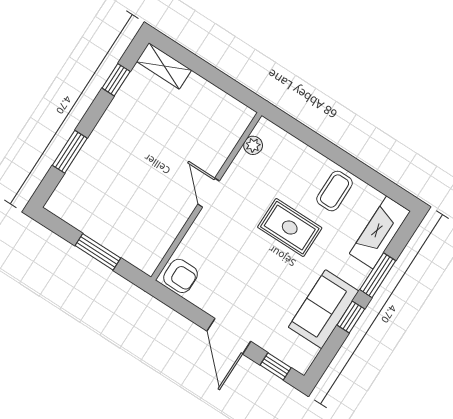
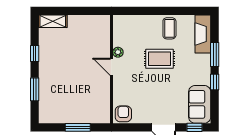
window: (116, 80) -> (35, 54), moved
plant: (253, 145) -> (118, 52), moved
armchair: (181, 276) -> (123, 114), turned -90
sofa: (324, 309) -> (200, 104), moved

